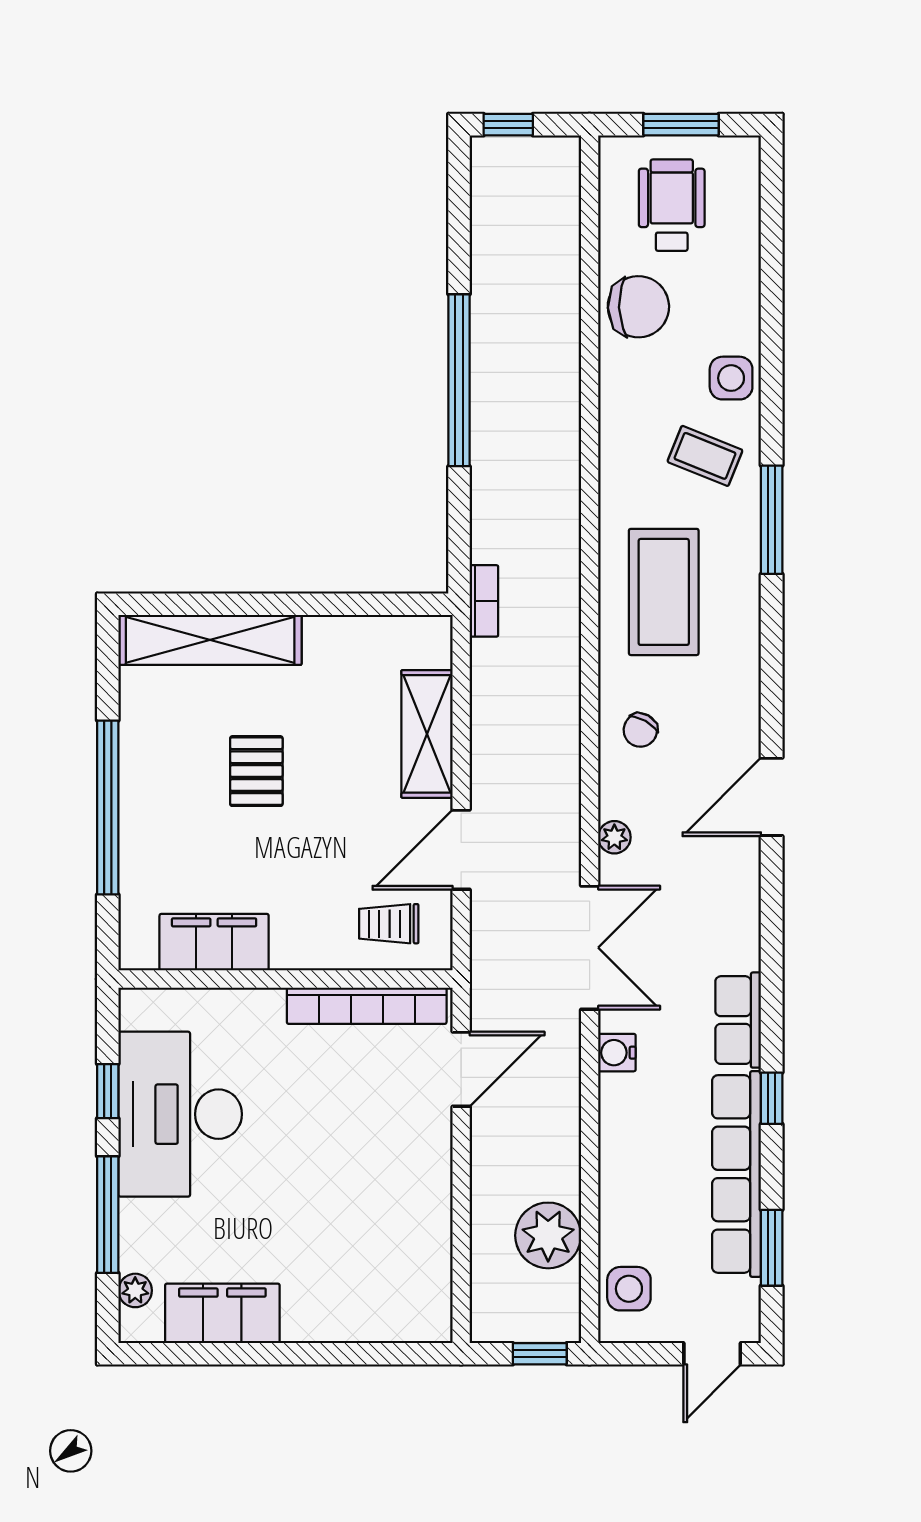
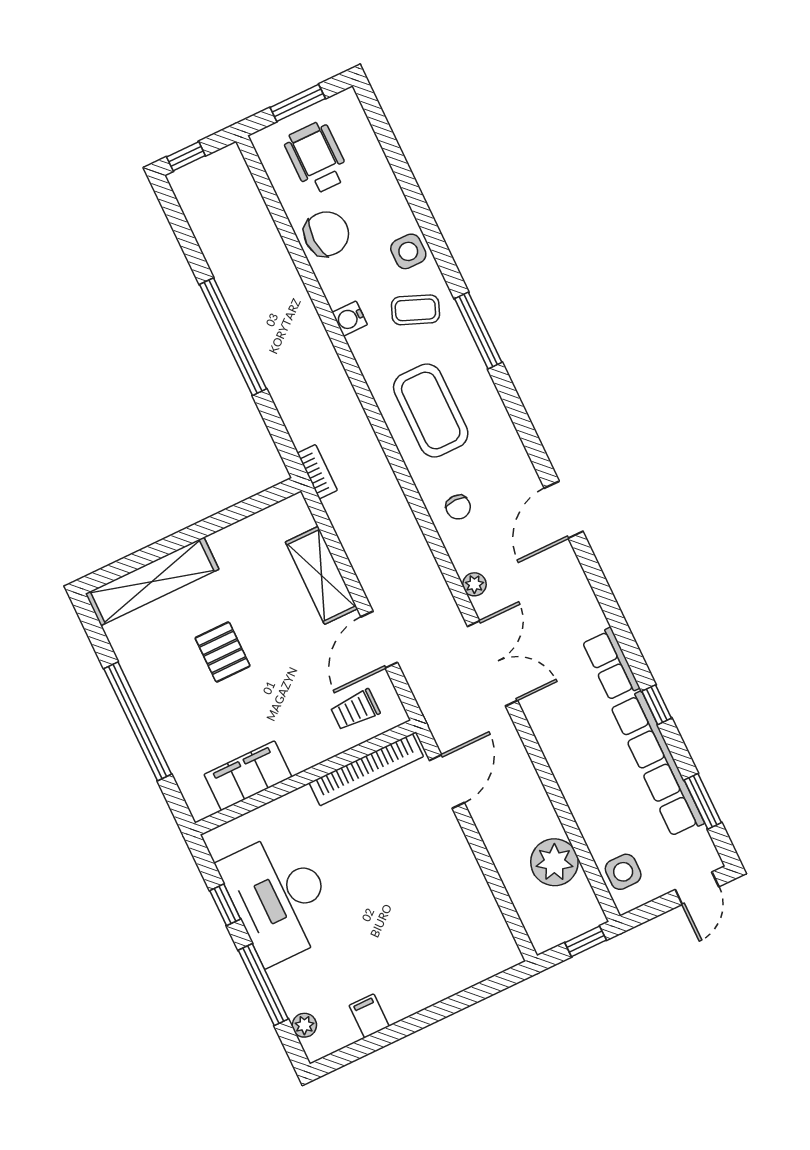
chair: (640, 730) -> (458, 507), turned -30
water cooler: (617, 1053) -> (350, 319), moved
filing cabinet: (222, 1313) -> (369, 1016), width x0.33, depth x0.86

